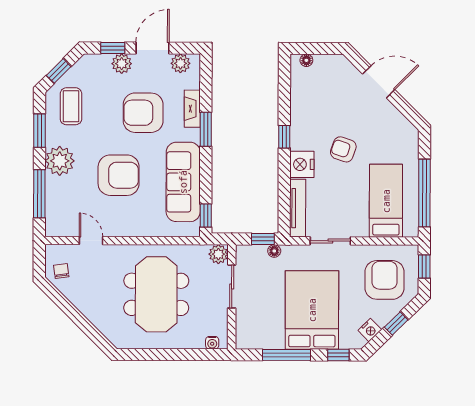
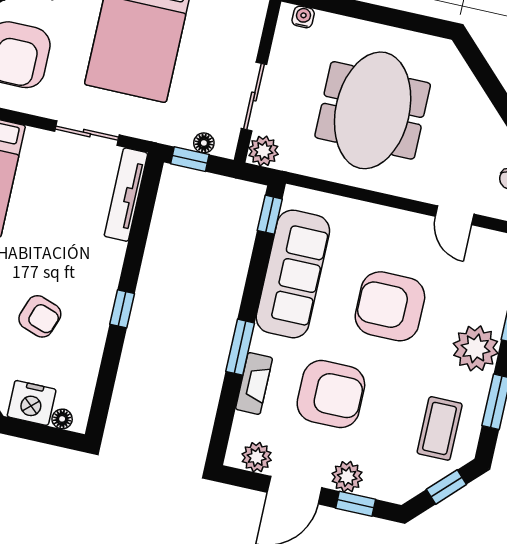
armchair: (343, 149) -> (40, 316), moved
nightstand: (302, 164) -> (32, 403), moved, turned 90
floor lamp: (274, 251) -> (204, 143), moved

